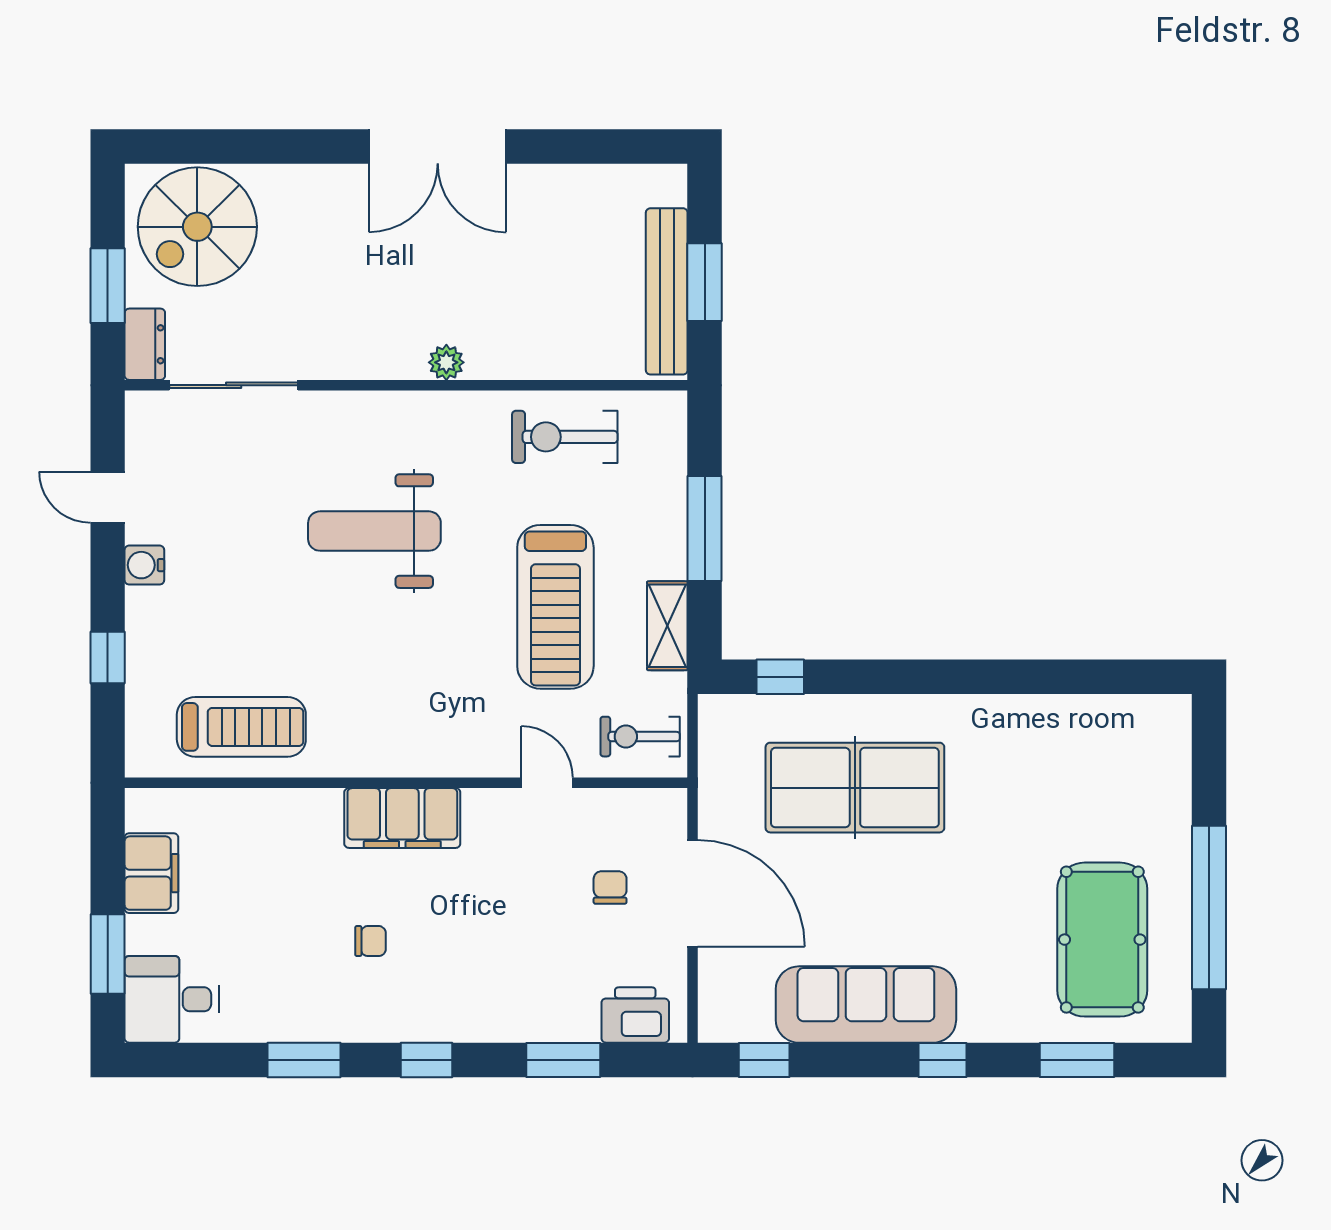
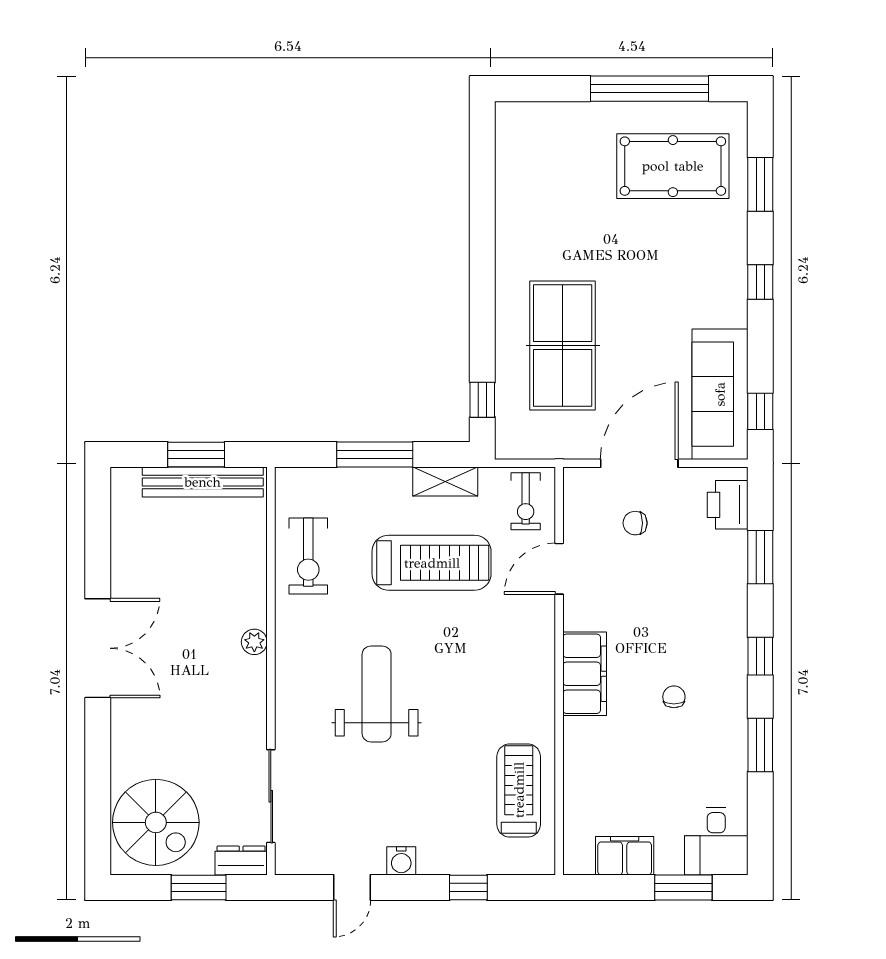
weight bench: (374, 531) -> (377, 694), turned 180
door: (547, 783) -> (559, 569), width x1.37
sofa: (866, 1005) -> (720, 394), moved

